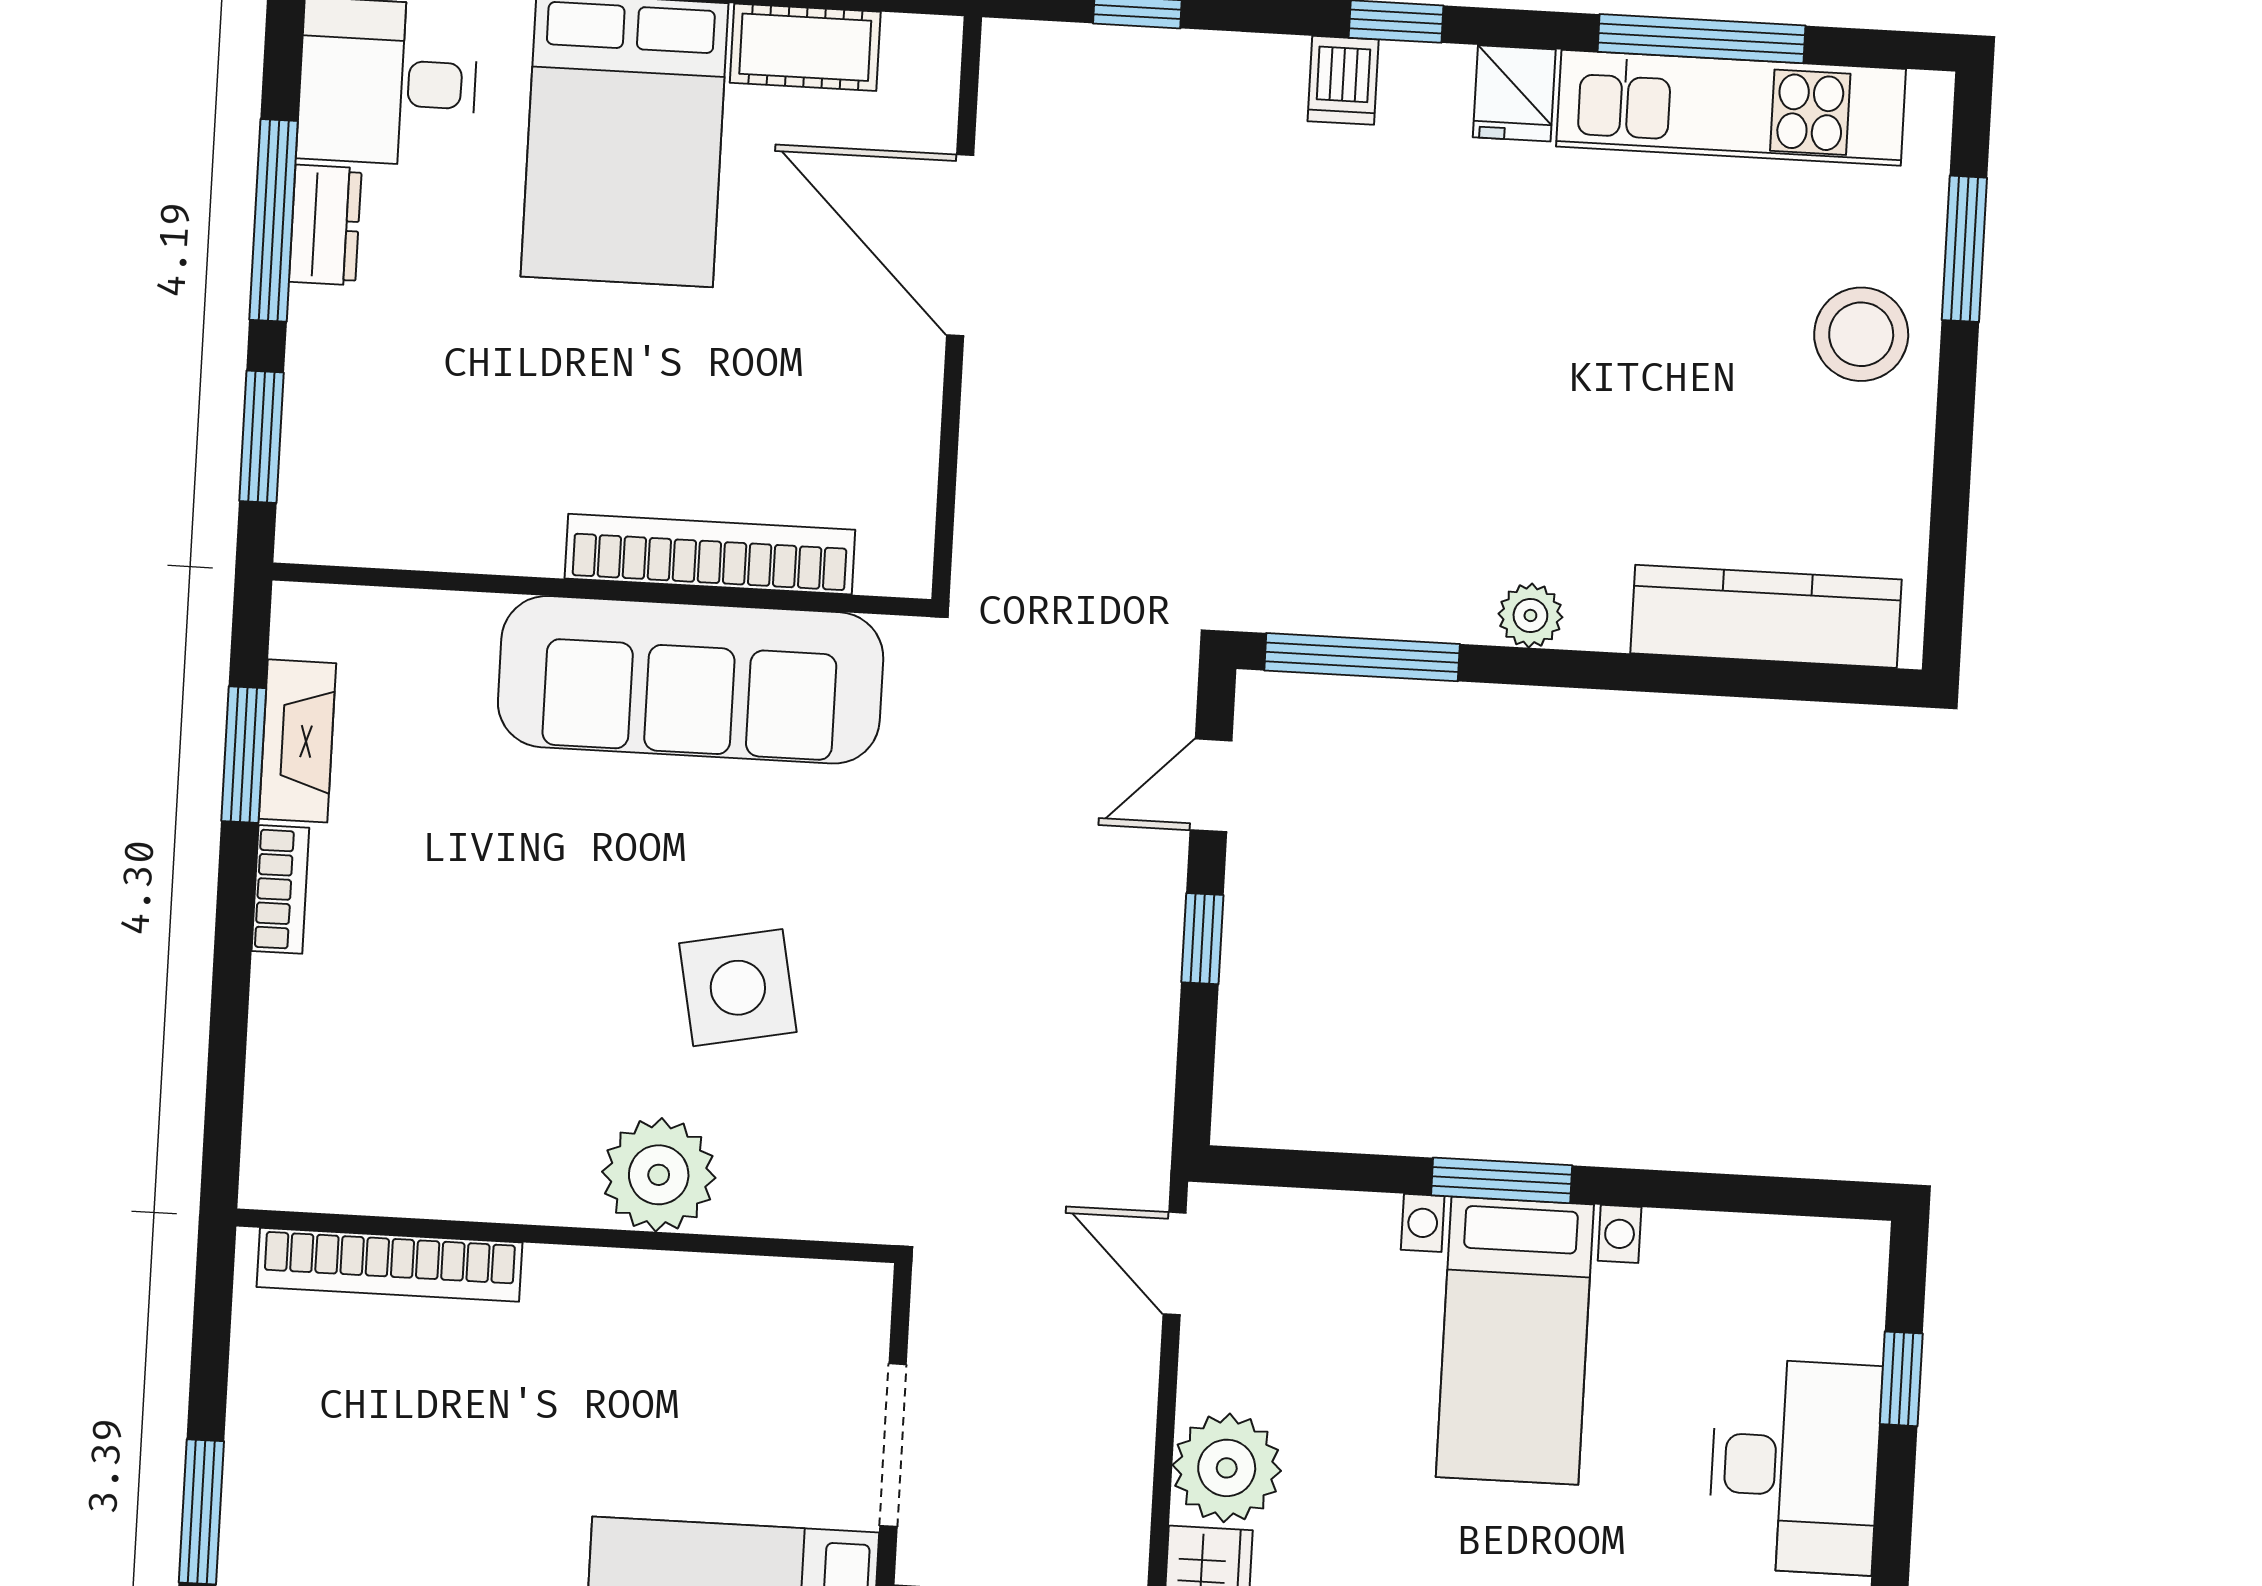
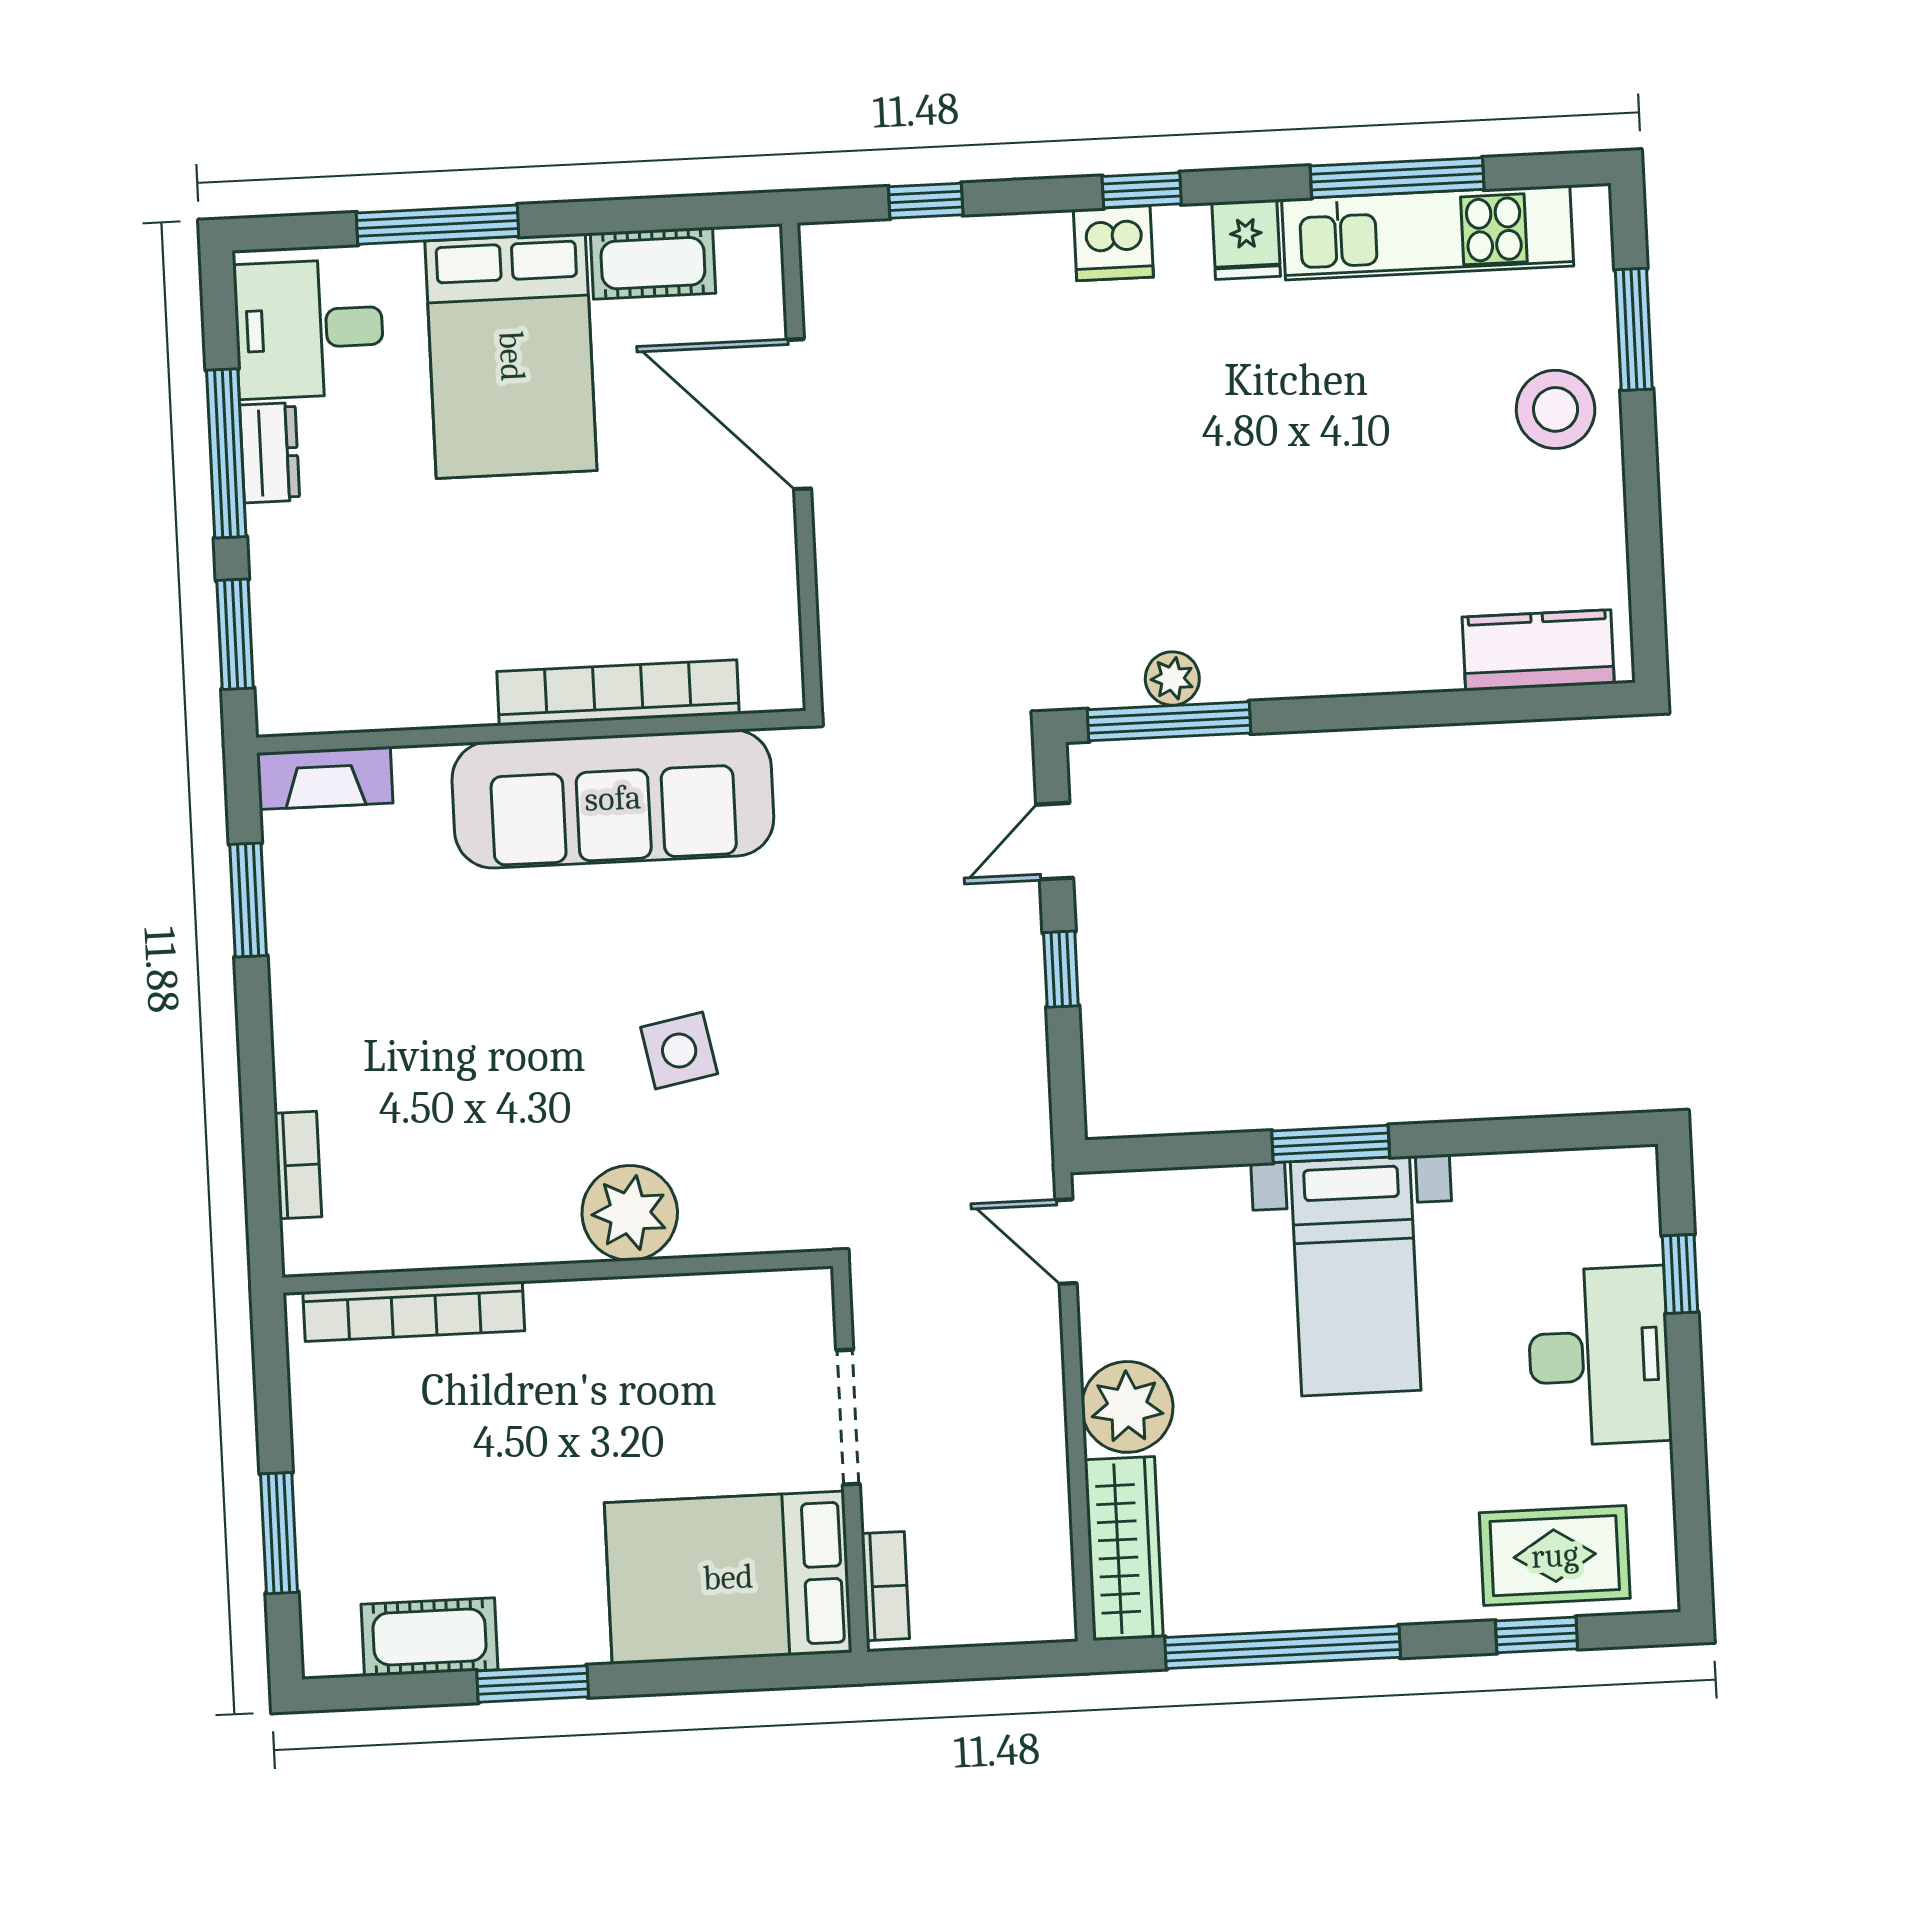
dishwasher: (1343, 80) -> (1113, 243), width x1.38
plant: (1530, 615) -> (1172, 678), moved
kitchen counter: (1766, 616) -> (1538, 650), width x0.67
fireplace: (298, 741) -> (325, 778), moved, turned 90
bookcase: (280, 889) -> (298, 1165), moved
side table: (738, 988) -> (679, 1051), width x0.73, depth x0.73

